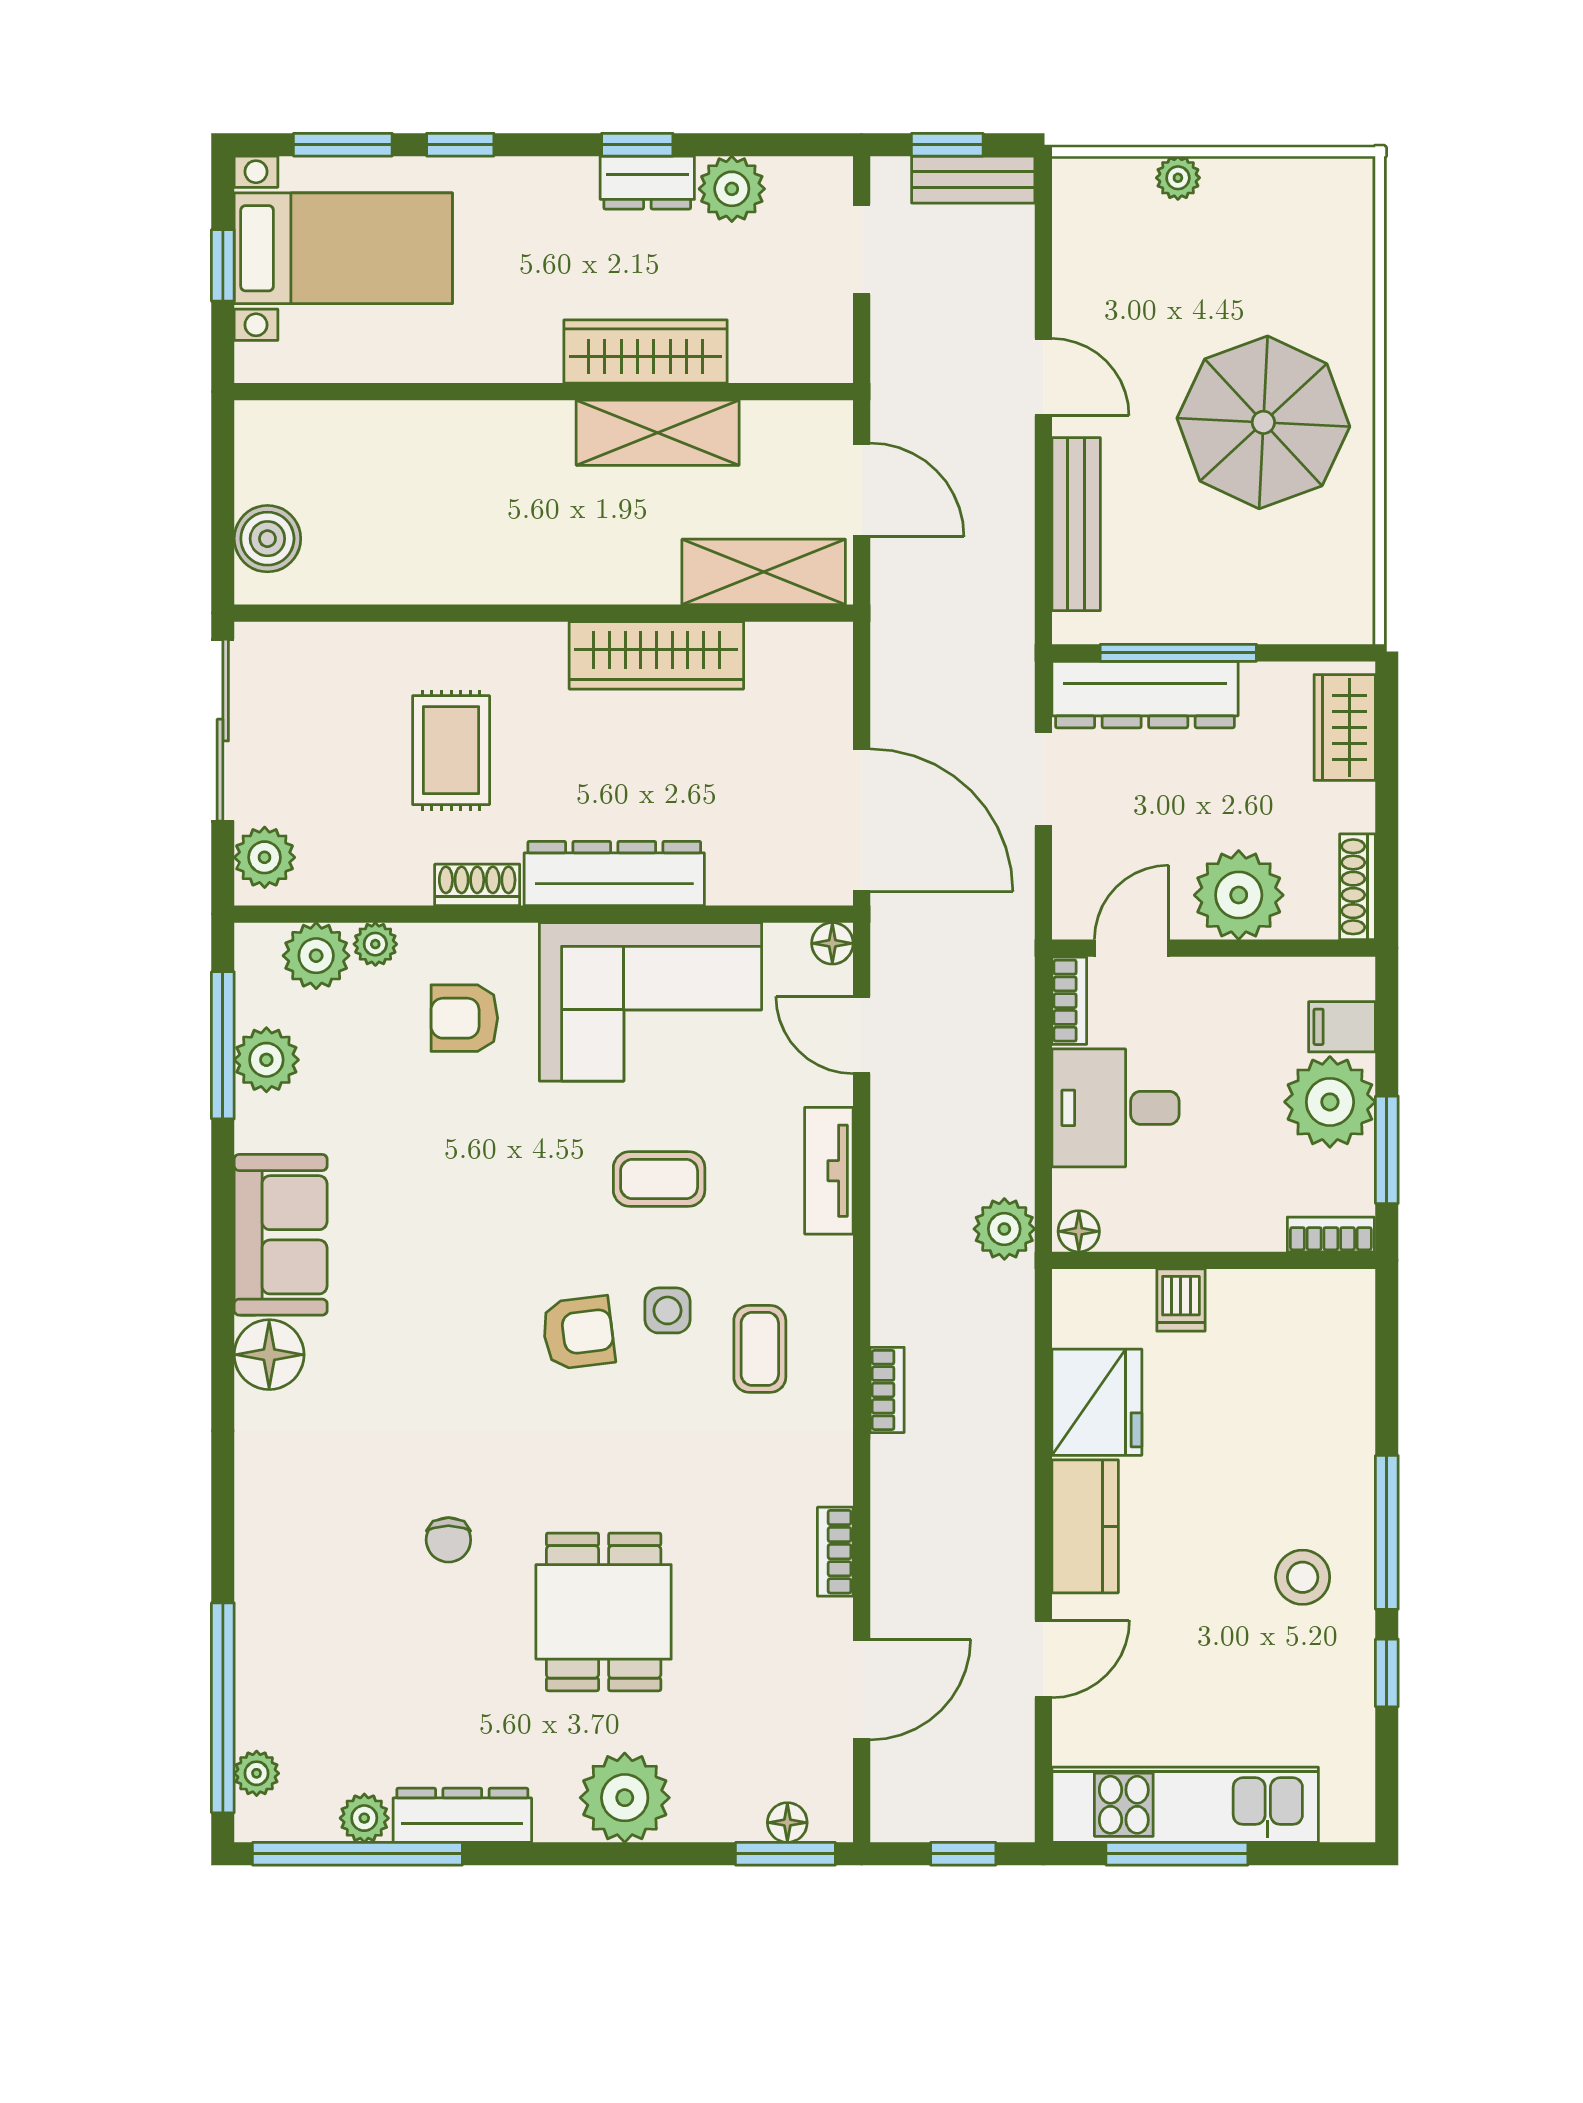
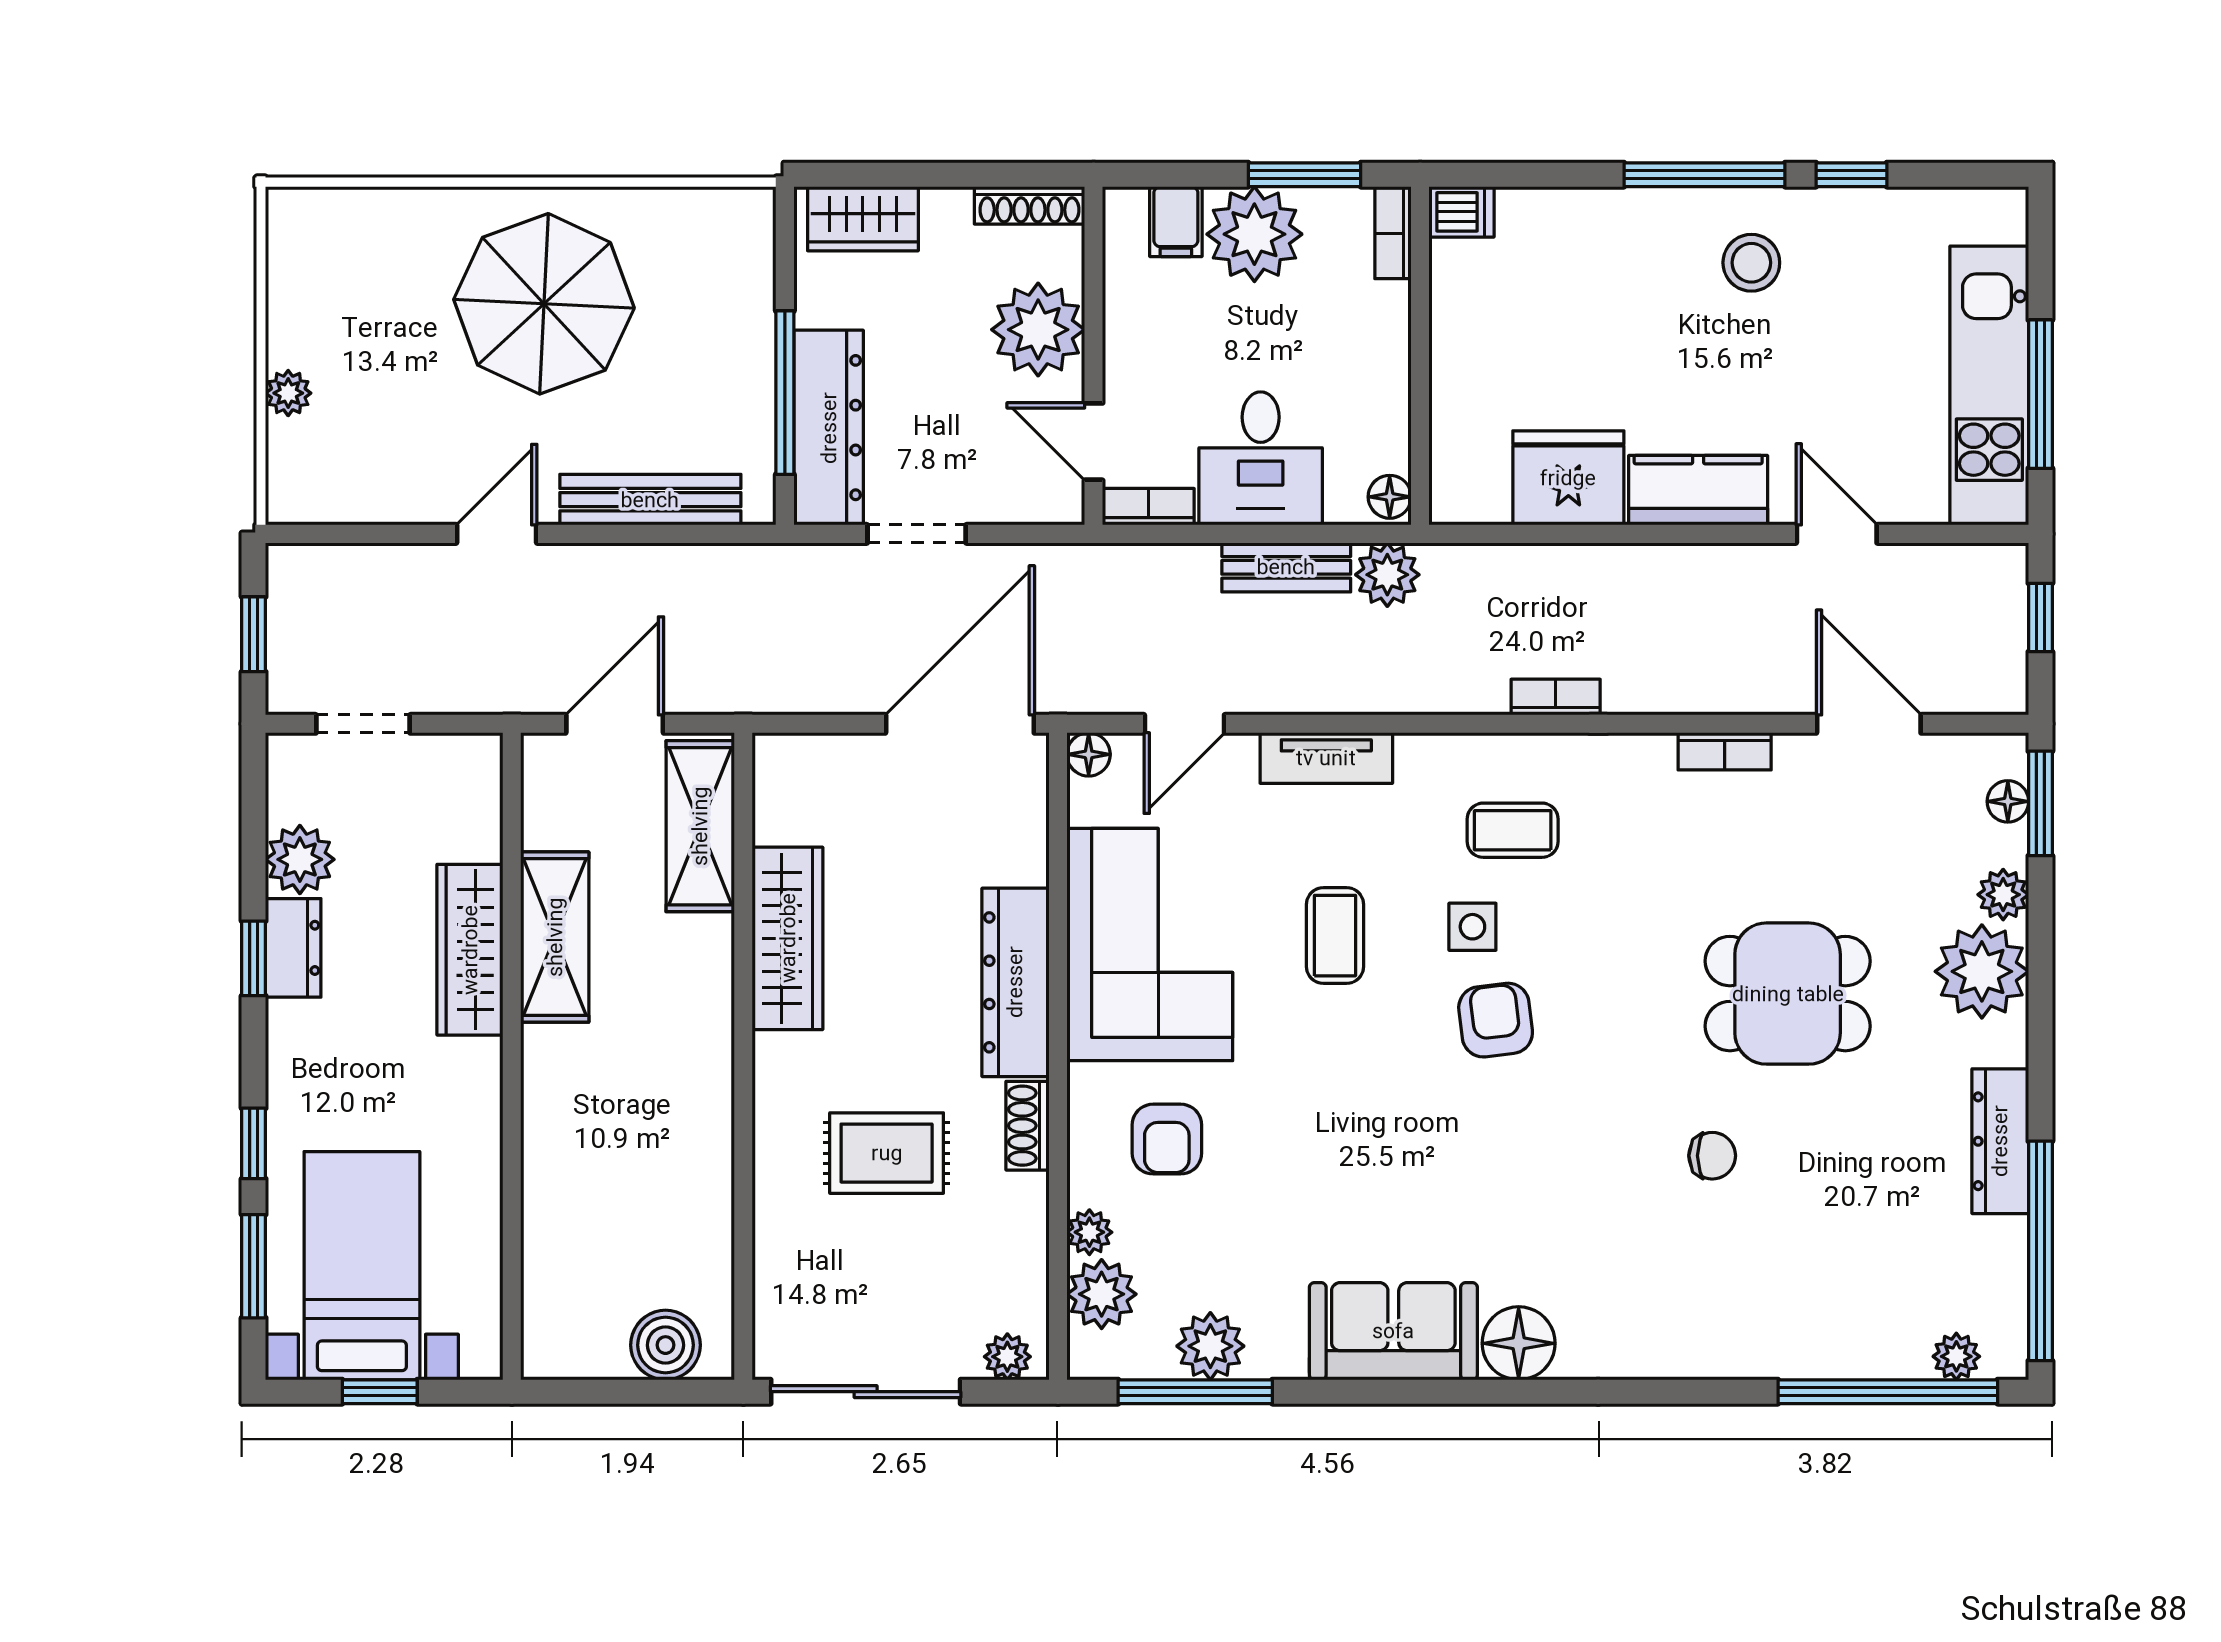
bench: (973, 180) -> (1286, 567), moved, turned 90
plant: (265, 857) -> (1007, 1357), width x0.73, depth x0.73
dishwasher: (1181, 1300) -> (1462, 212), moved
plant: (364, 1818) -> (2003, 895), moved

